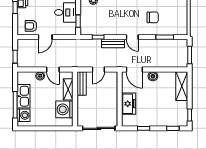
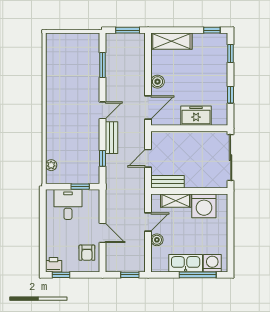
chair: (153, 17) -> (75, 82), removed
door: (98, 70) -> (148, 158), swing flipped

